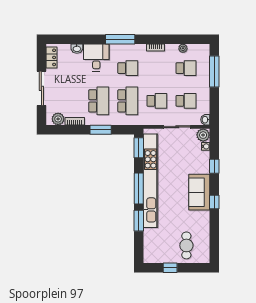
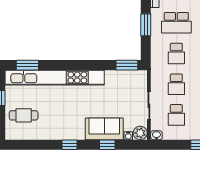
school desk: (128, 101) -> (176, 53), width x0.54
kitchen unit: (151, 181) -> (55, 78), moved
window: (139, 188) -> (84, 65), removed
sofa: (199, 192) -> (104, 129), moved
window: (139, 221) -> (27, 65), moved

